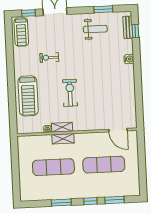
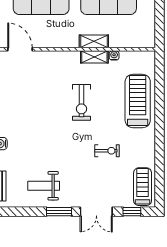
window: (103, 9) -> (59, 212), moved

